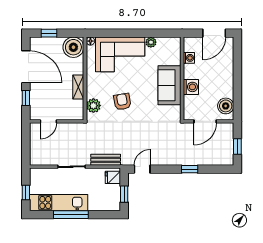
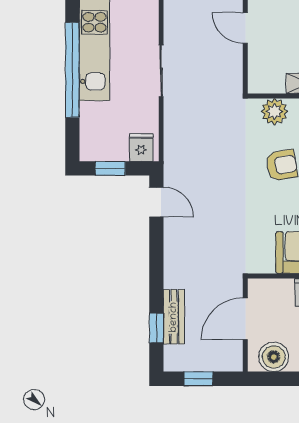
door: (205, 121) -> (245, 319), hinge flipped
bench: (106, 160) -> (174, 317), moved
window: (190, 169) -> (156, 328), moved
window: (71, 215) -> (72, 70), width x1.46

